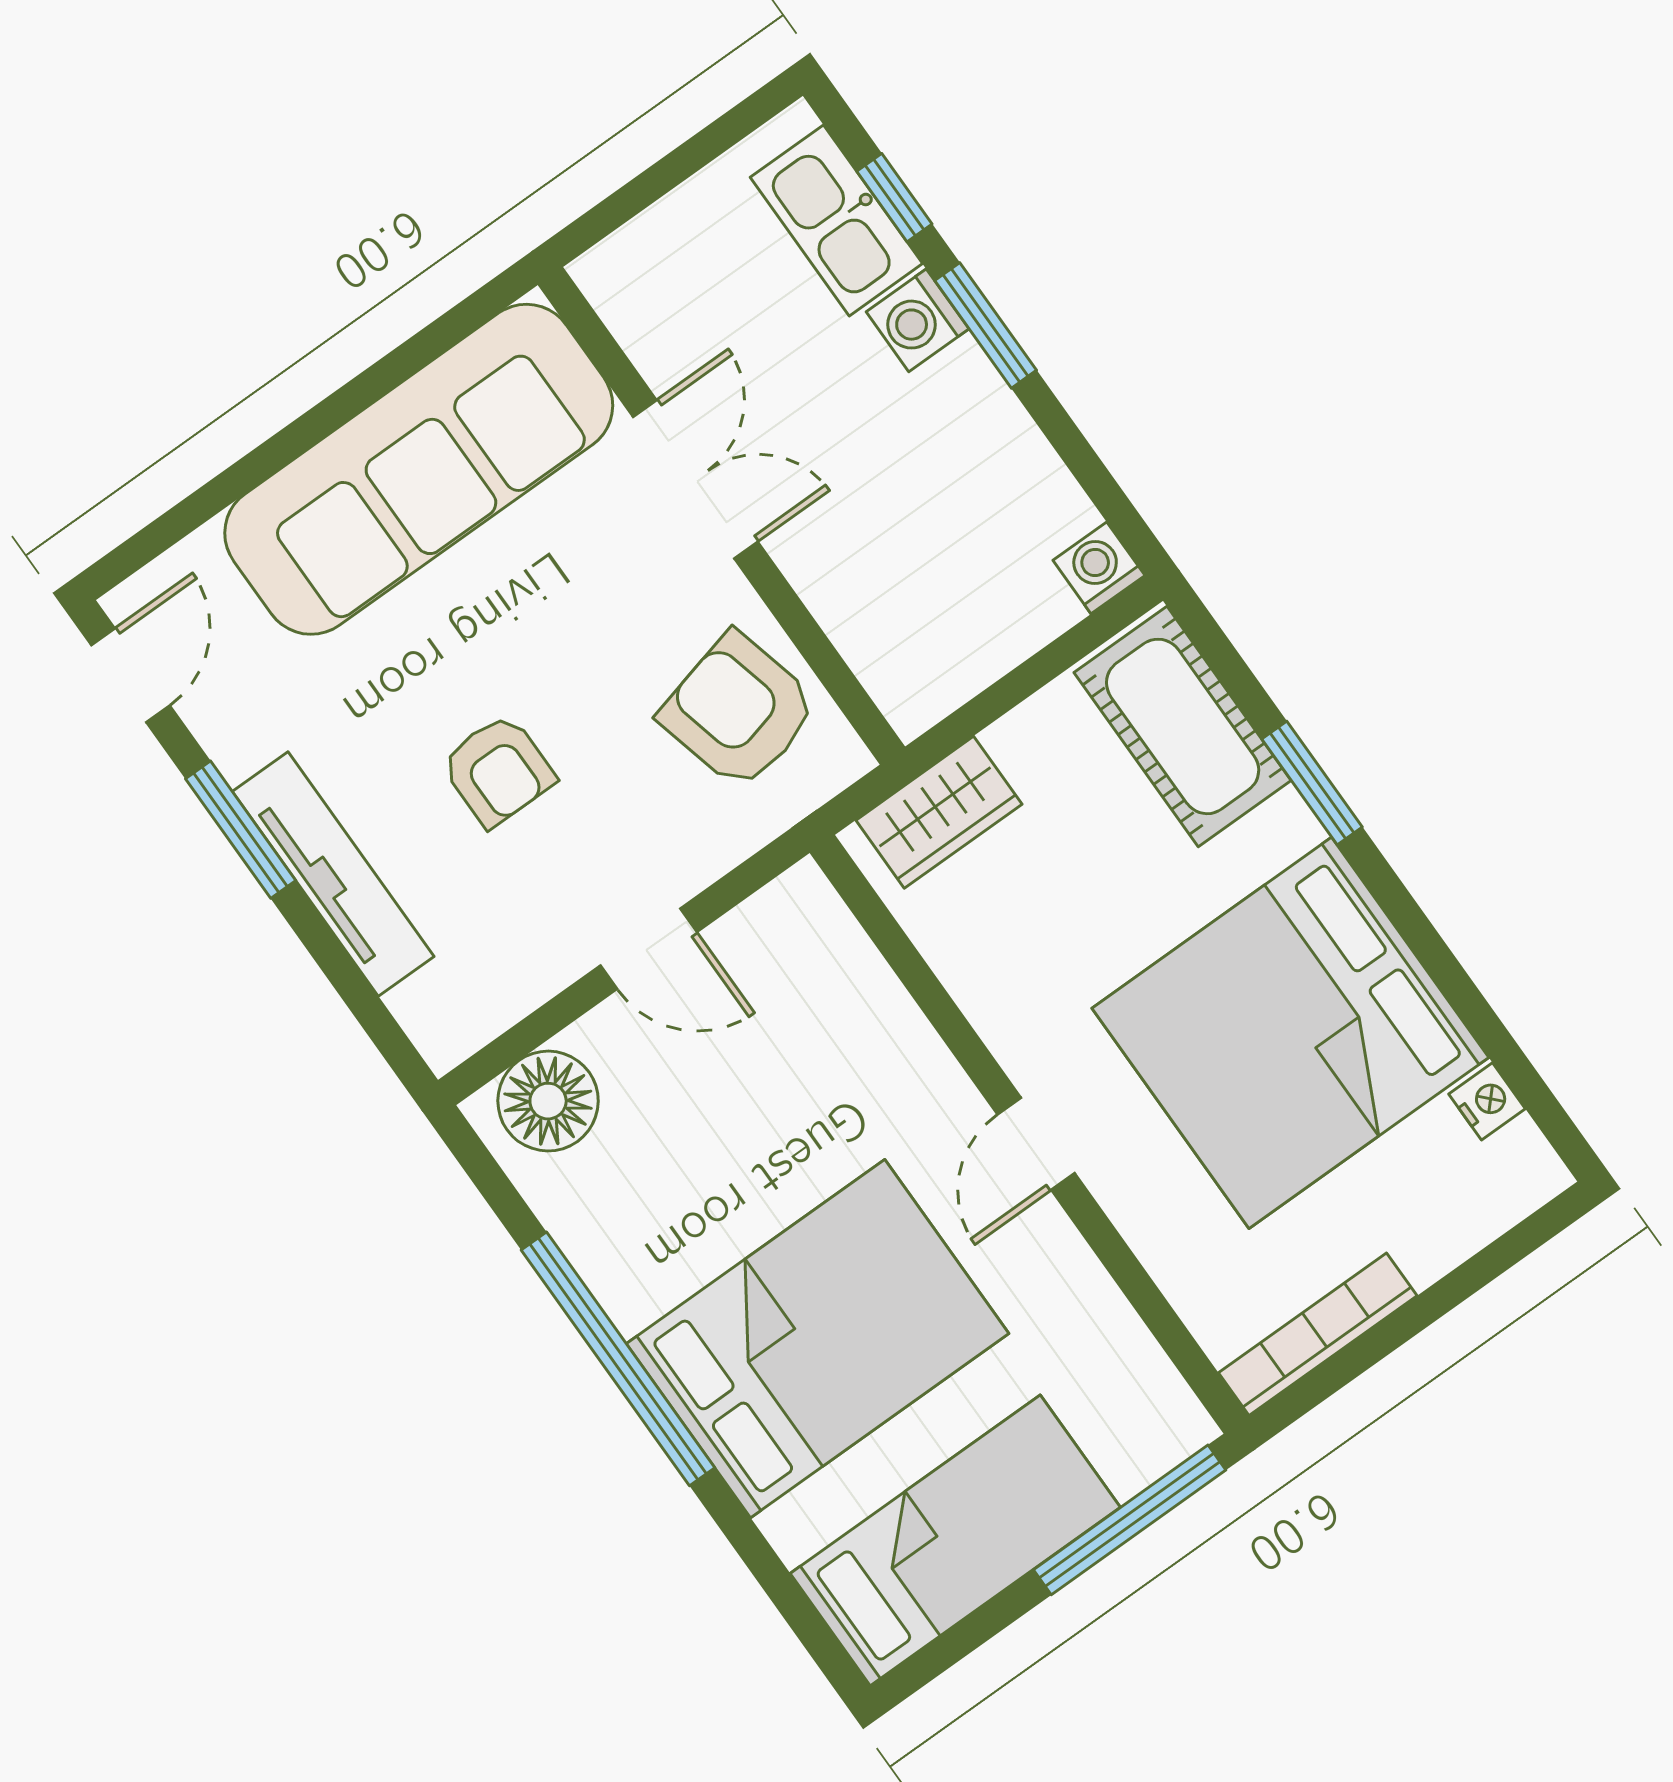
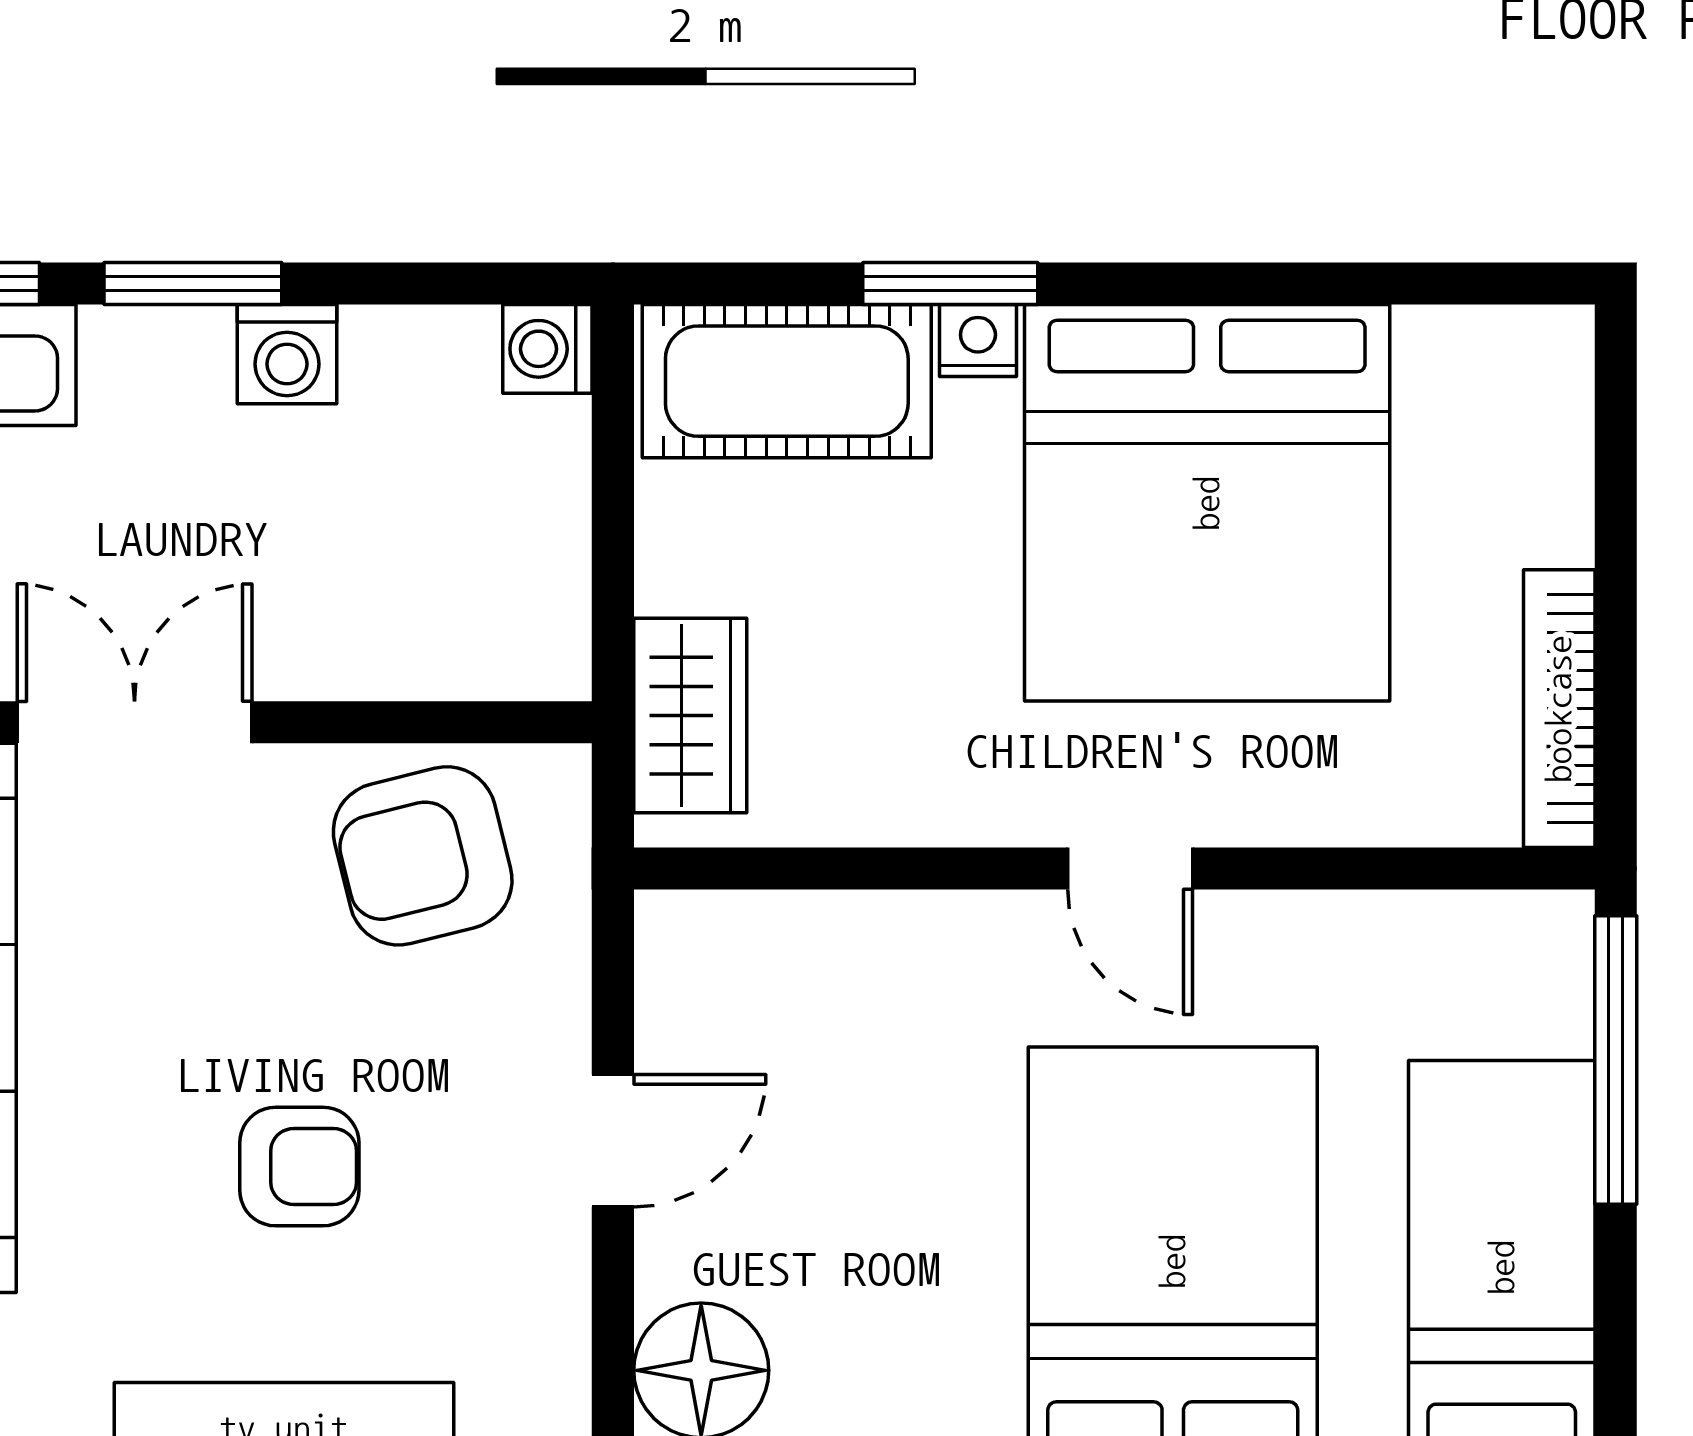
washing machine: (918, 320) -> (287, 354), moved
nightstand: (1487, 1101) -> (978, 341), moved

